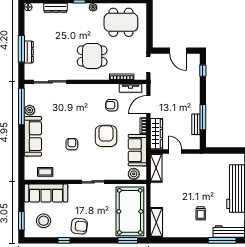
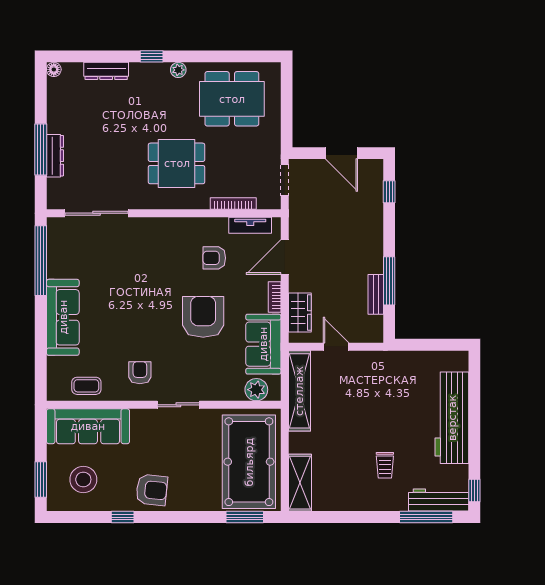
plant: (30, 110) -> (57, 267), removed
wardrobe: (156, 134) -> (300, 313), width x0.67
armchair: (72, 144) -> (140, 373), moved
shelving: (156, 168) -> (299, 391), width x1.47

